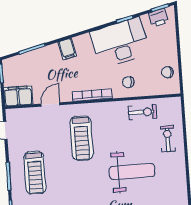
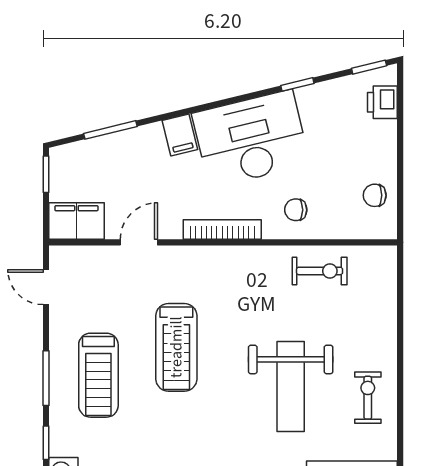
printer: (159, 18) -> (382, 102), moved, turned 104
desk: (120, 43) -> (251, 139), moved
treadmill: (82, 138) -> (176, 347), moved
exercise bike: (168, 139) -> (368, 398), moved
weight bench: (132, 171) -> (291, 386), turned 90

